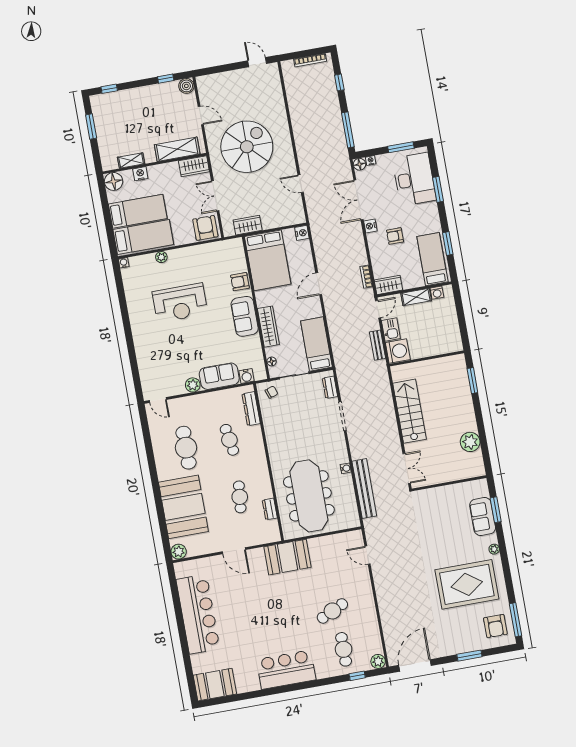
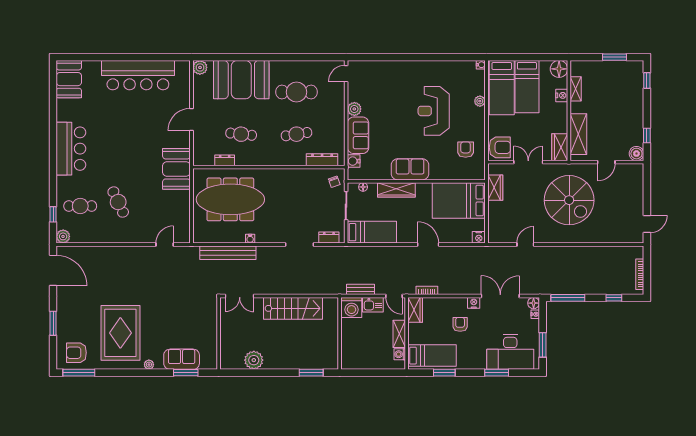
armchair: (240, 282) -> (466, 150), moved

